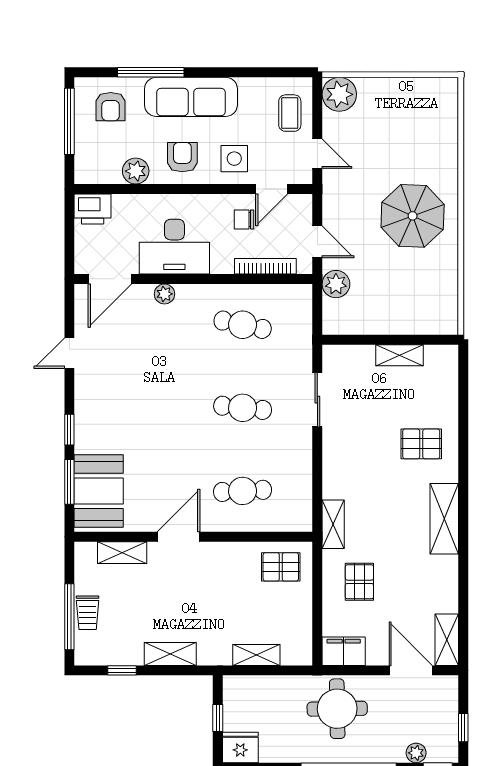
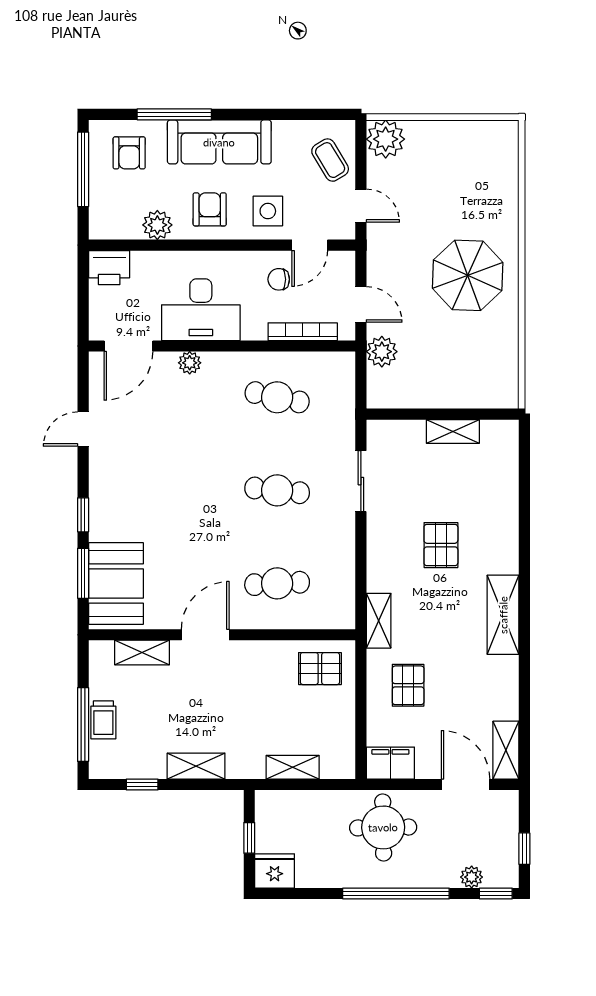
coffee table: (290, 113) -> (330, 160), turned -31
pallet: (421, 444) -> (441, 545), moved, turned 90

